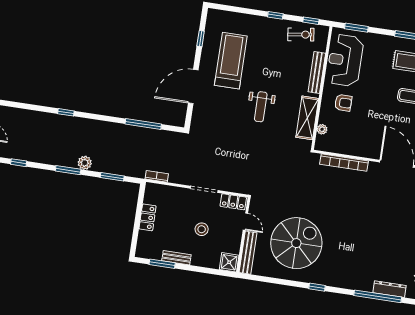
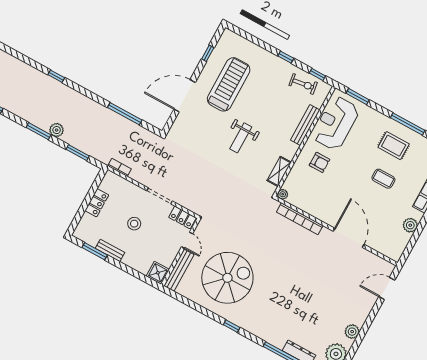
shelving: (307, 118) -> (279, 171), width x0.67, depth x0.75
plant: (322, 129) -> (283, 194), moved
stool: (202, 229) -> (134, 224), moved

